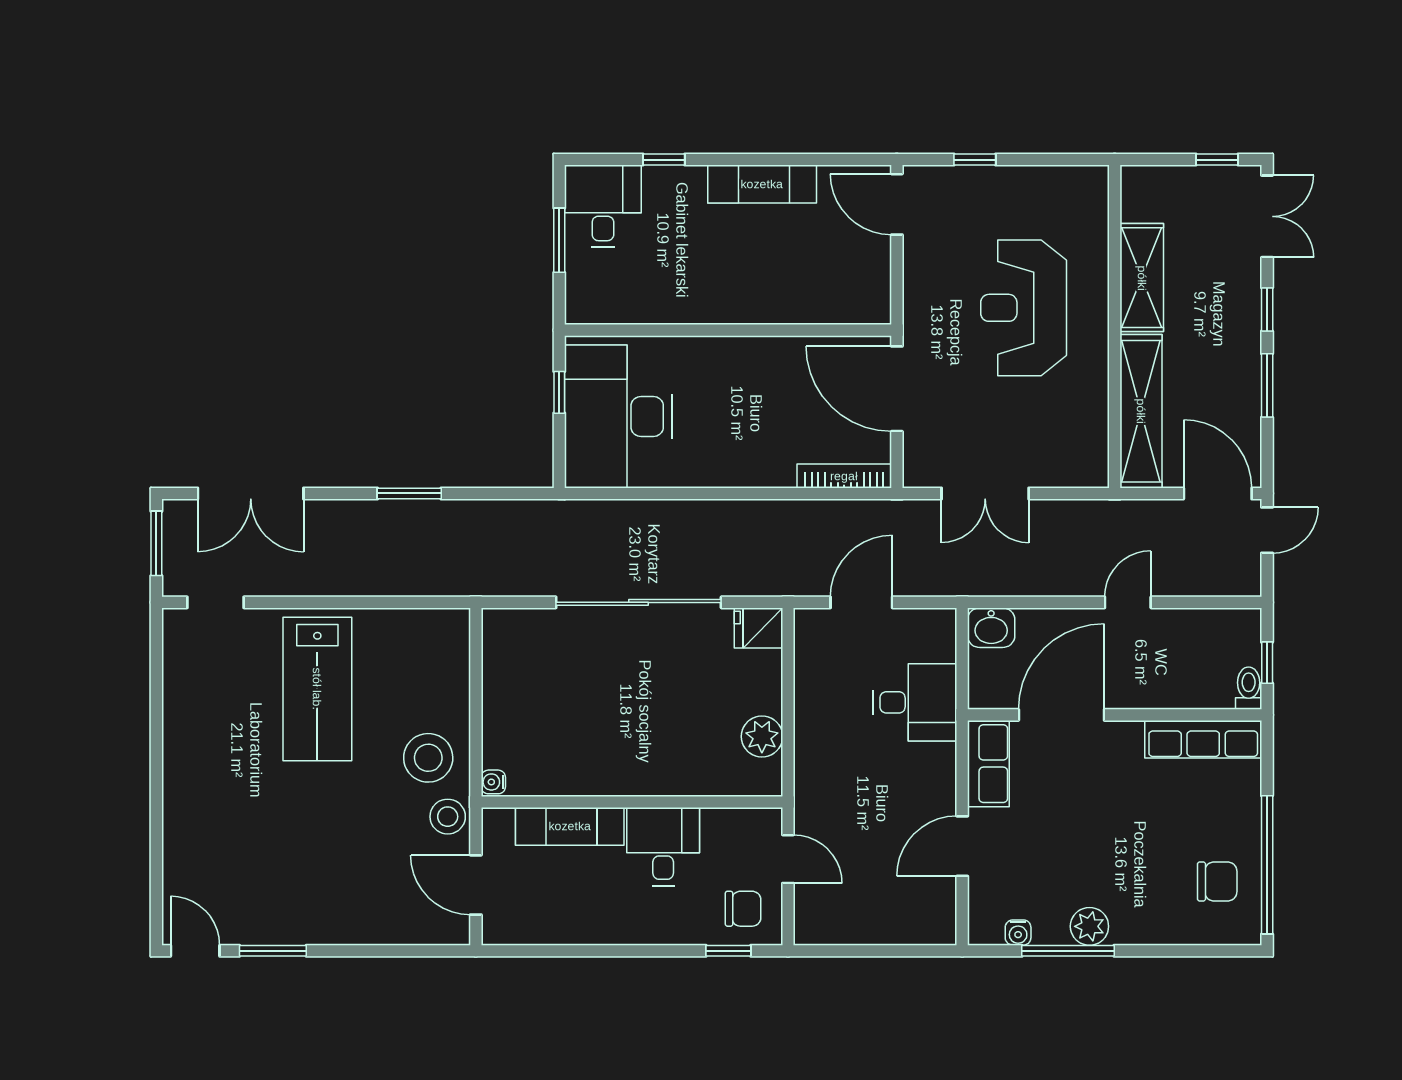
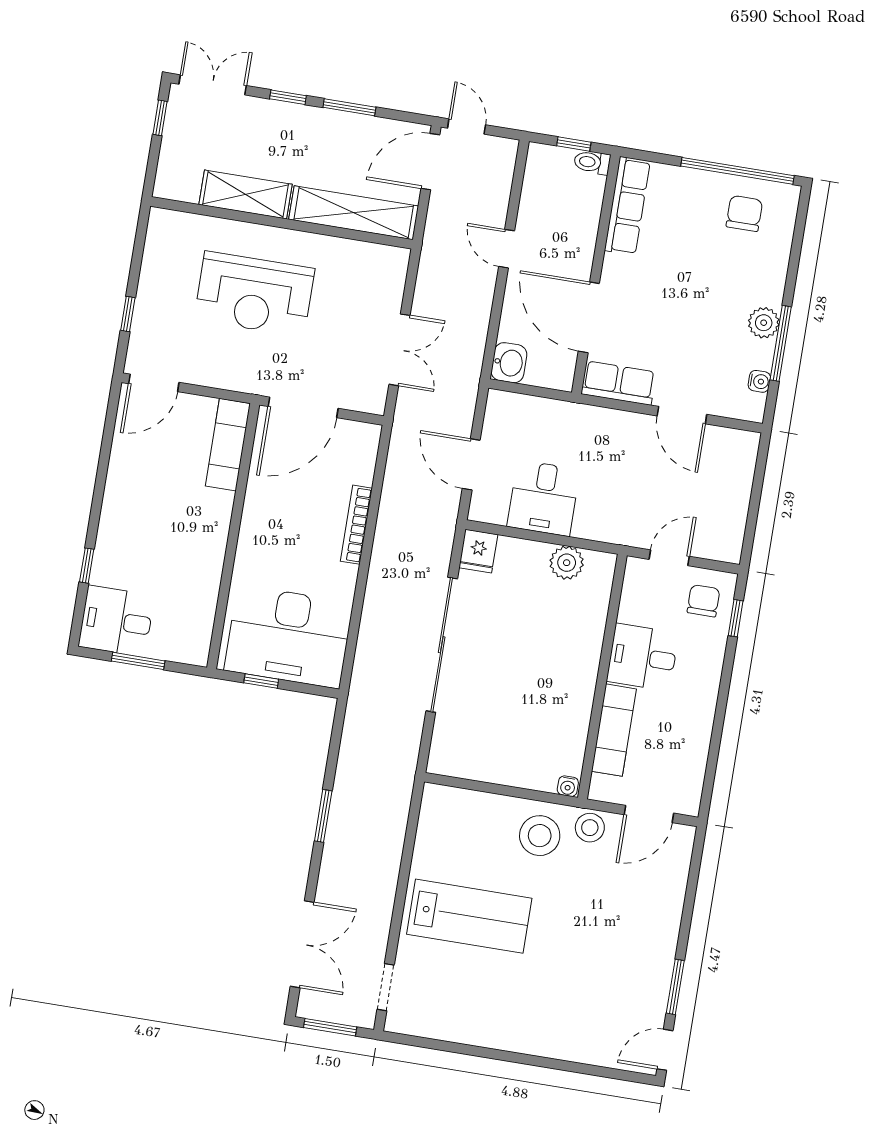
exam couch: (762, 184) -> (228, 445), moved, turned 180
bookcase: (844, 476) -> (356, 525), moved
desk: (915, 702) -> (544, 498), moved, turned 180

